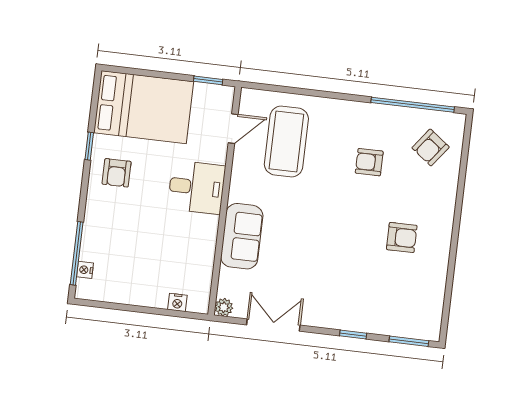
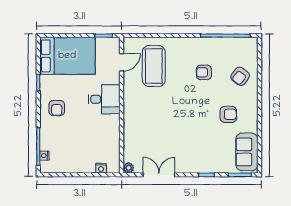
armchair: (431, 147) -> (240, 76), moved
armchair: (117, 173) -> (57, 108), moved
sofa: (242, 236) -> (247, 152), moved, turned 180

